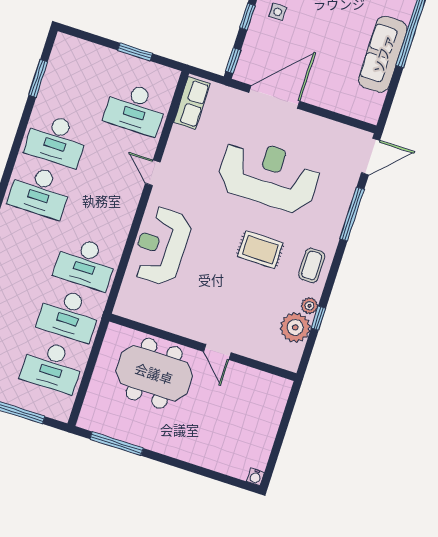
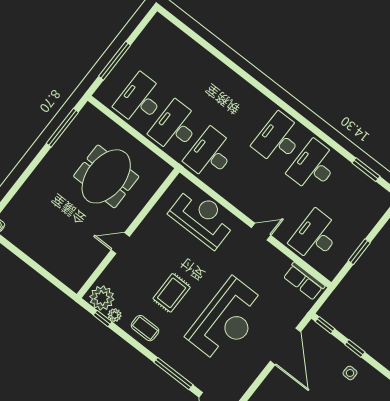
wall: (203, 347) -> (128, 233), moved
door: (217, 352) -> (120, 243), moved

